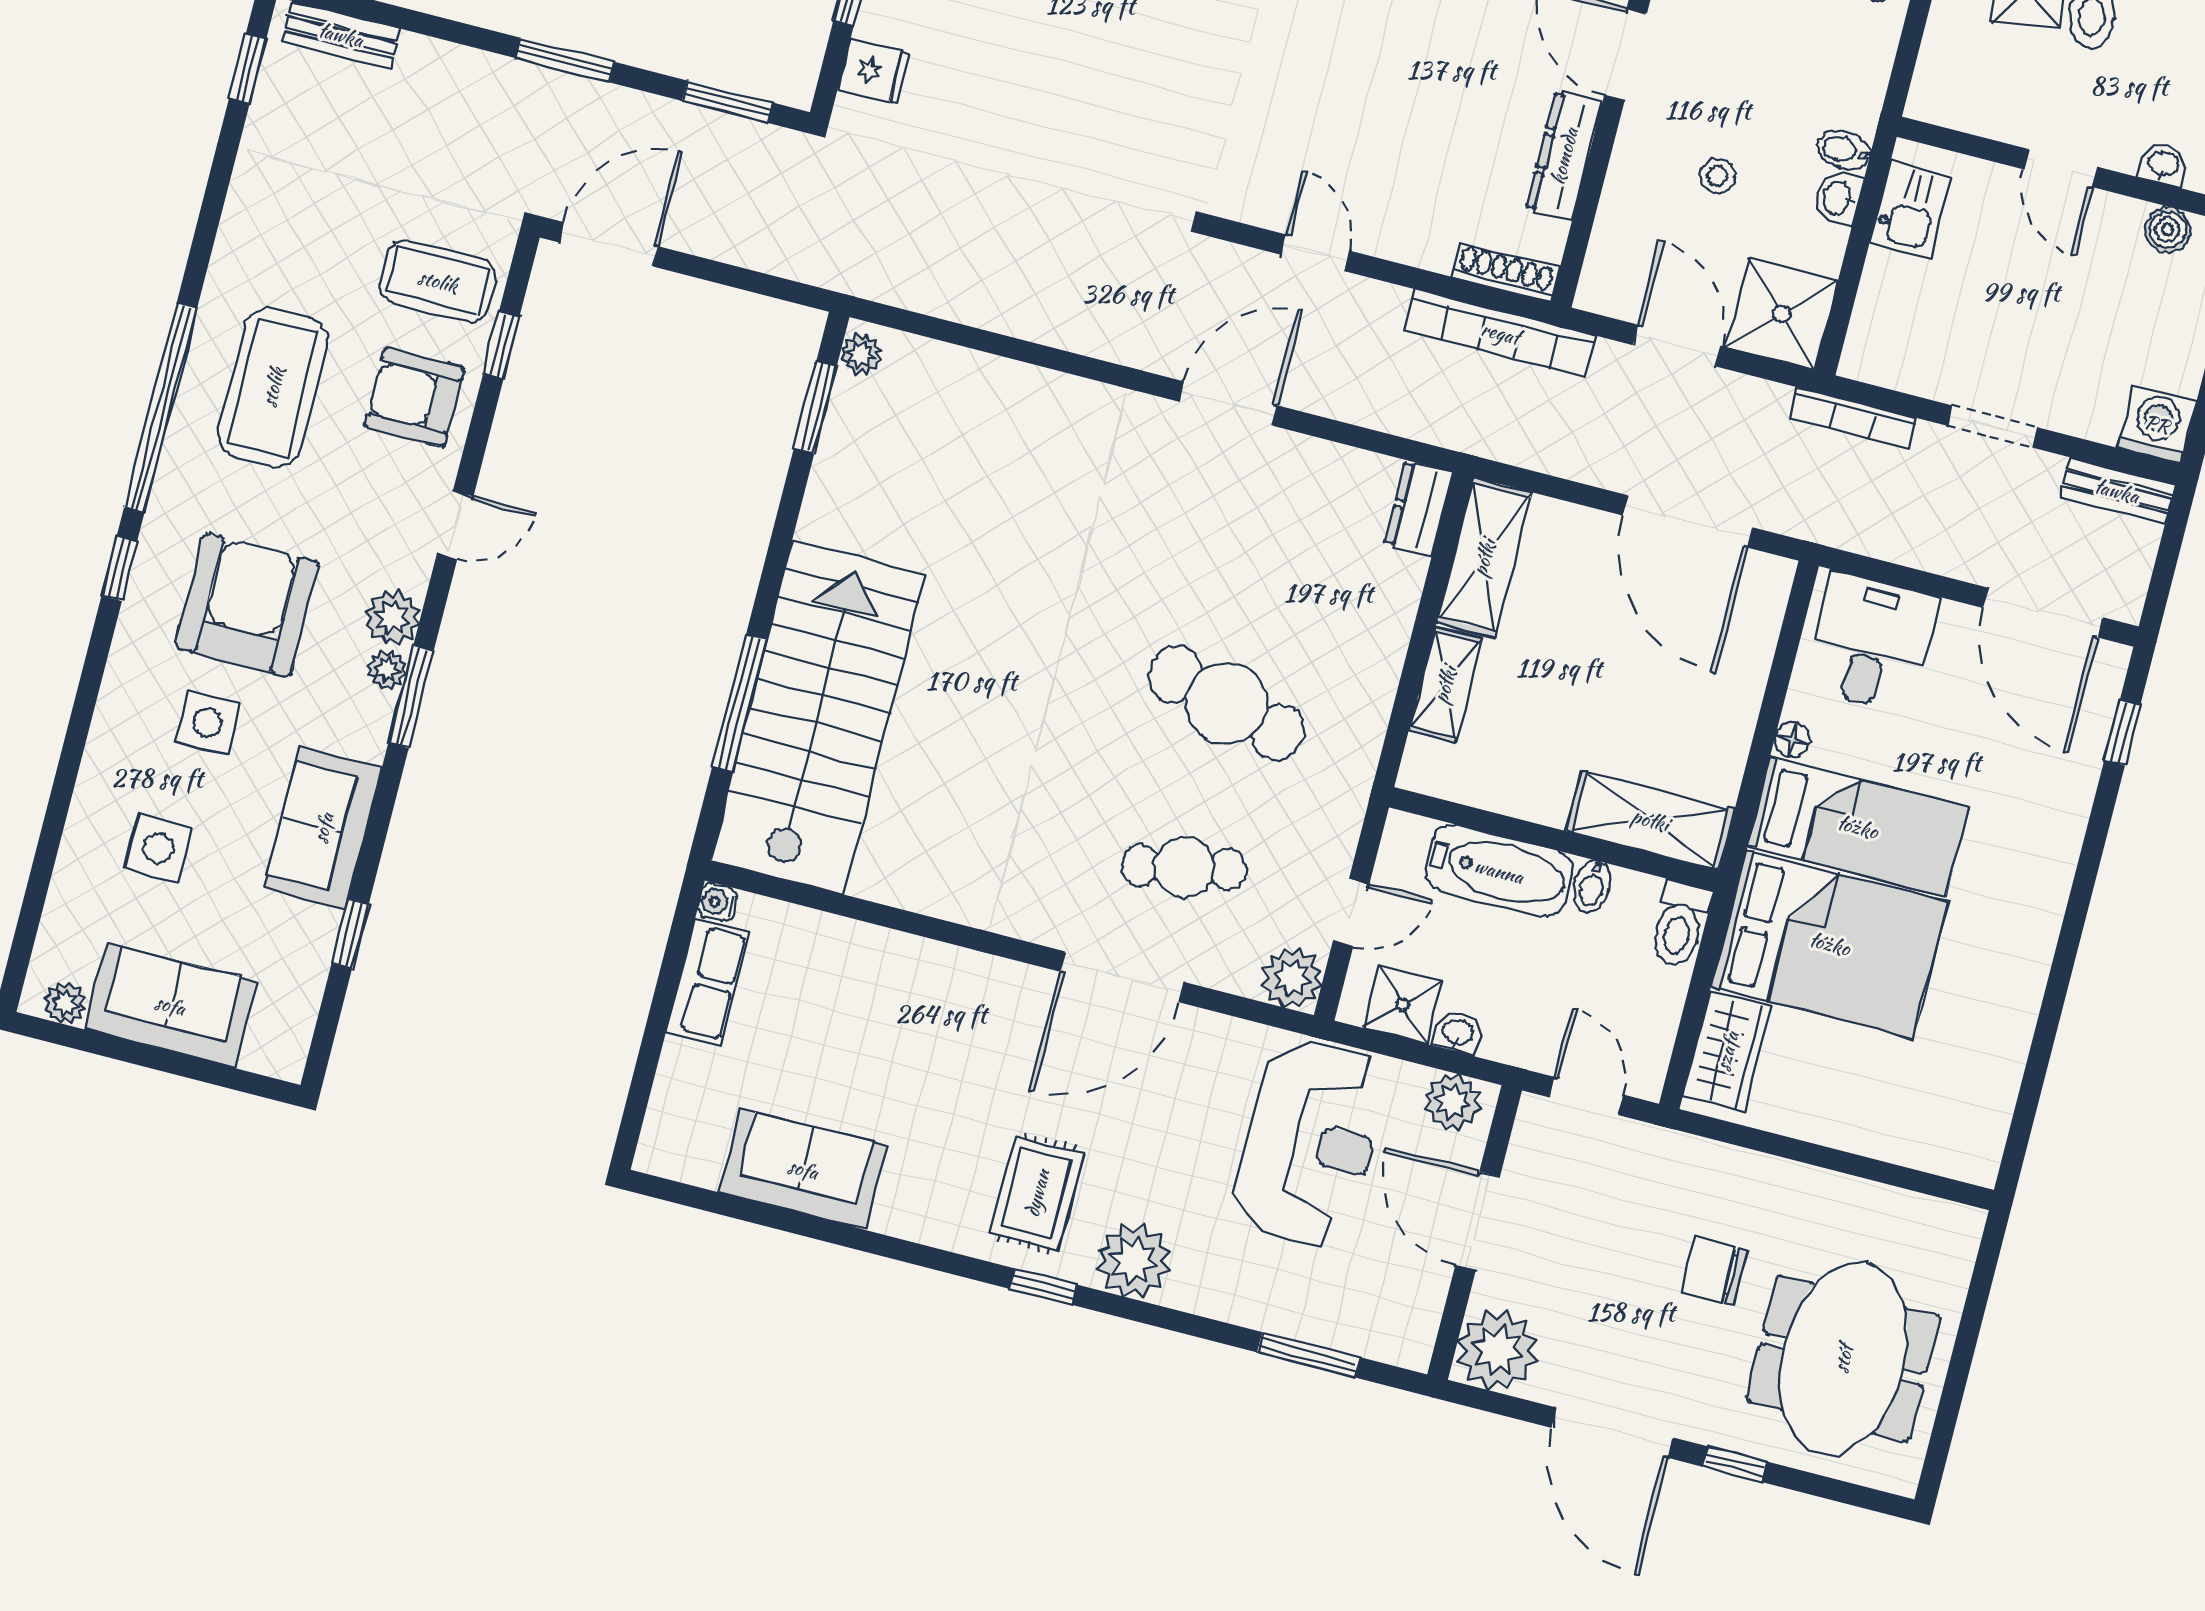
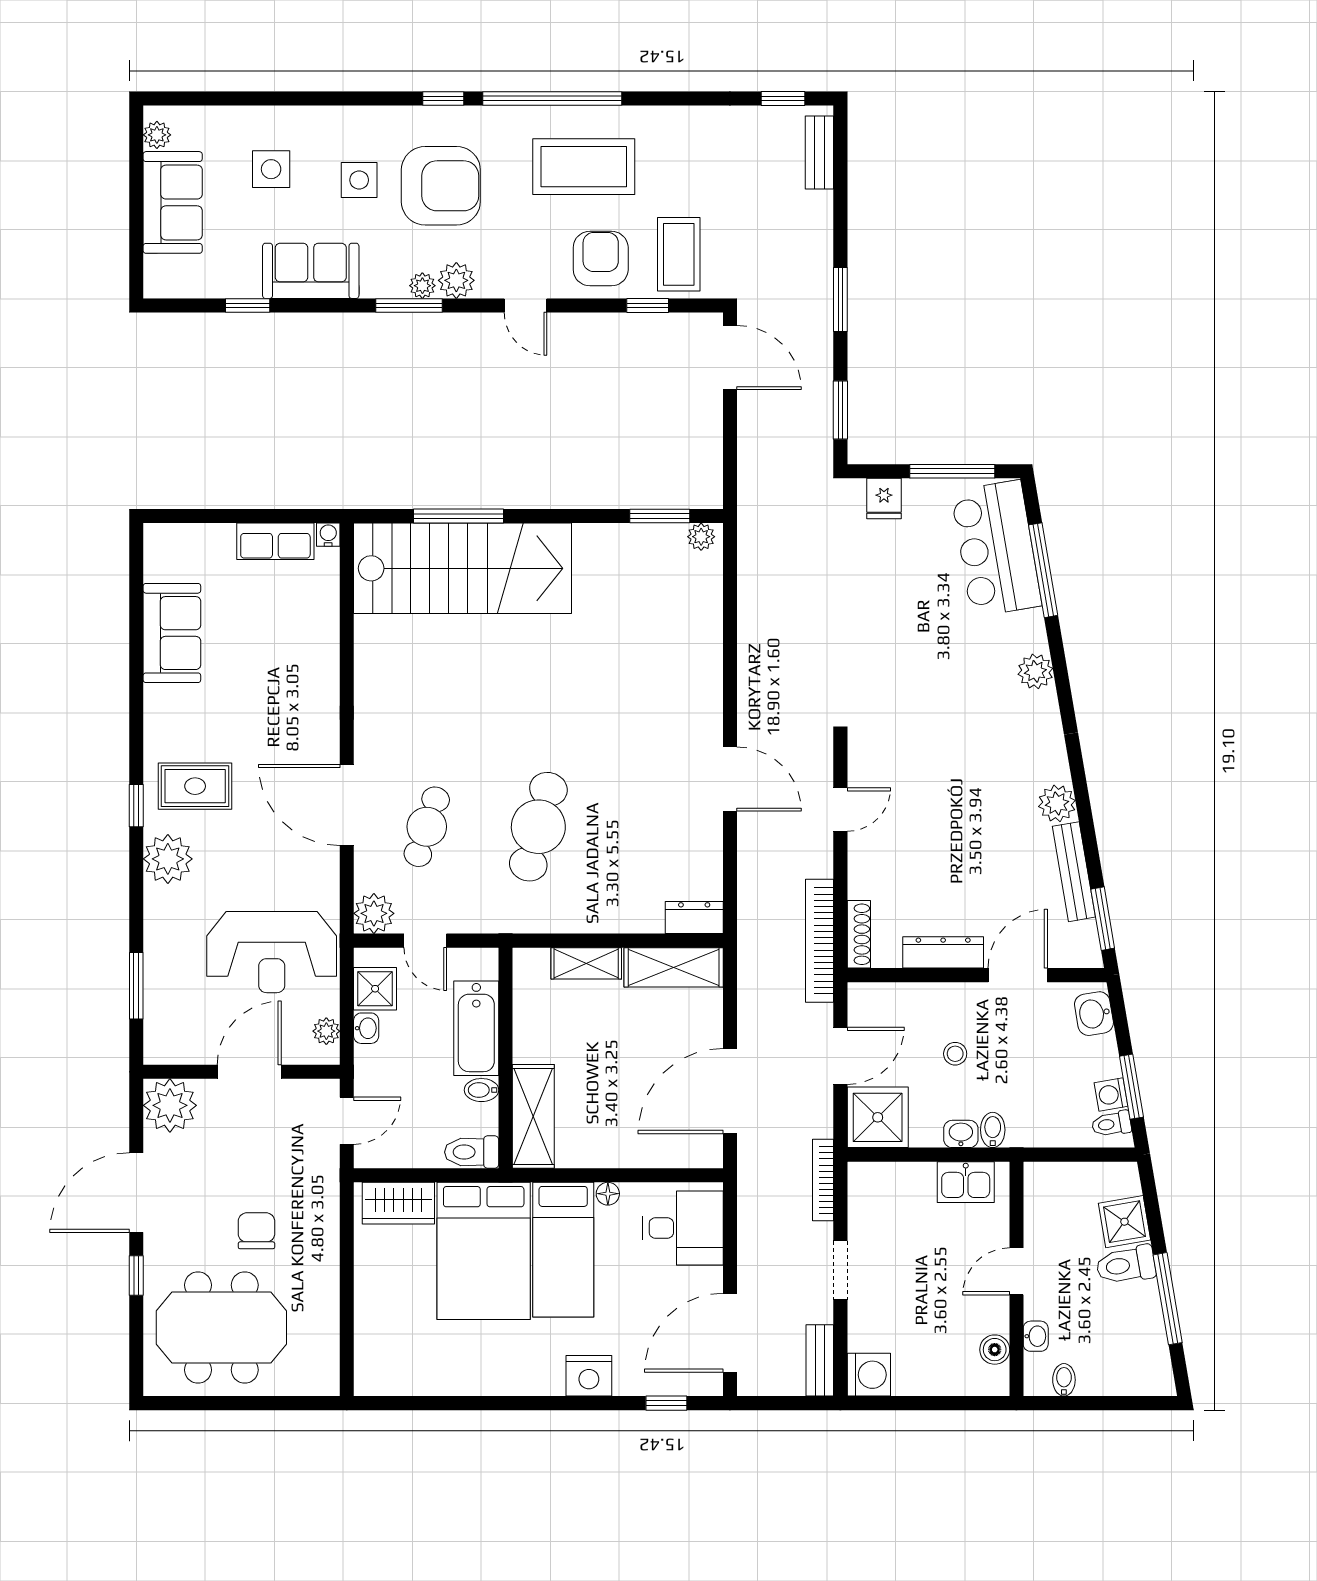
nightstand: (2053, 836) -> (589, 1376), added
cafe table: (1184, 867) -> (427, 827), turned 30
plant: (1452, 1102) -> (326, 1031), width x0.73, depth x0.73

